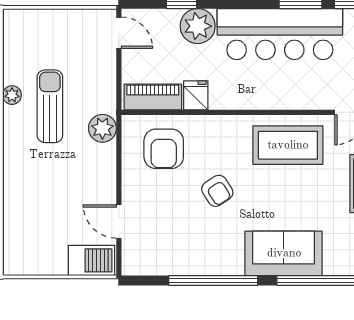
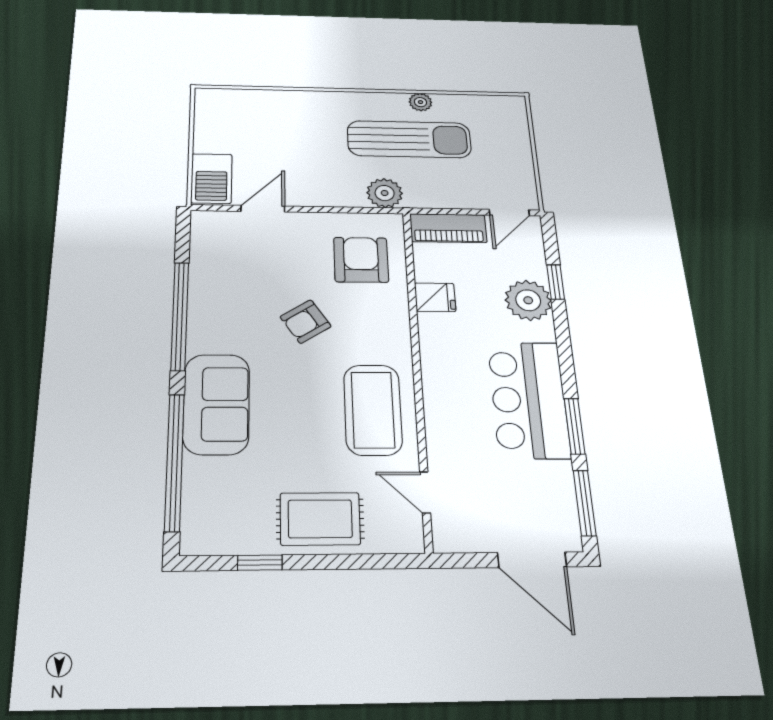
bar counter: (280, 34) -> (529, 400), width x0.73
piano: (153, 97) -> (448, 228), moved, turned 90
sun lounger: (50, 106) -> (409, 139), width x1.36, depth x1.34
armchair: (164, 149) -> (361, 260), turned 90

